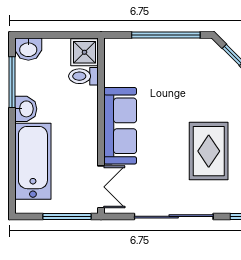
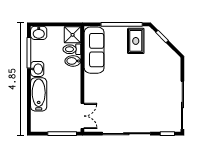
bidet: (85, 96) -> (73, 61), added
sofa: (120, 126) -> (94, 50), moved
rug: (209, 151) -> (136, 41), moved, width x0.73, depth x0.70
bathtub: (33, 161) -> (39, 94), width x0.73, depth x0.73

